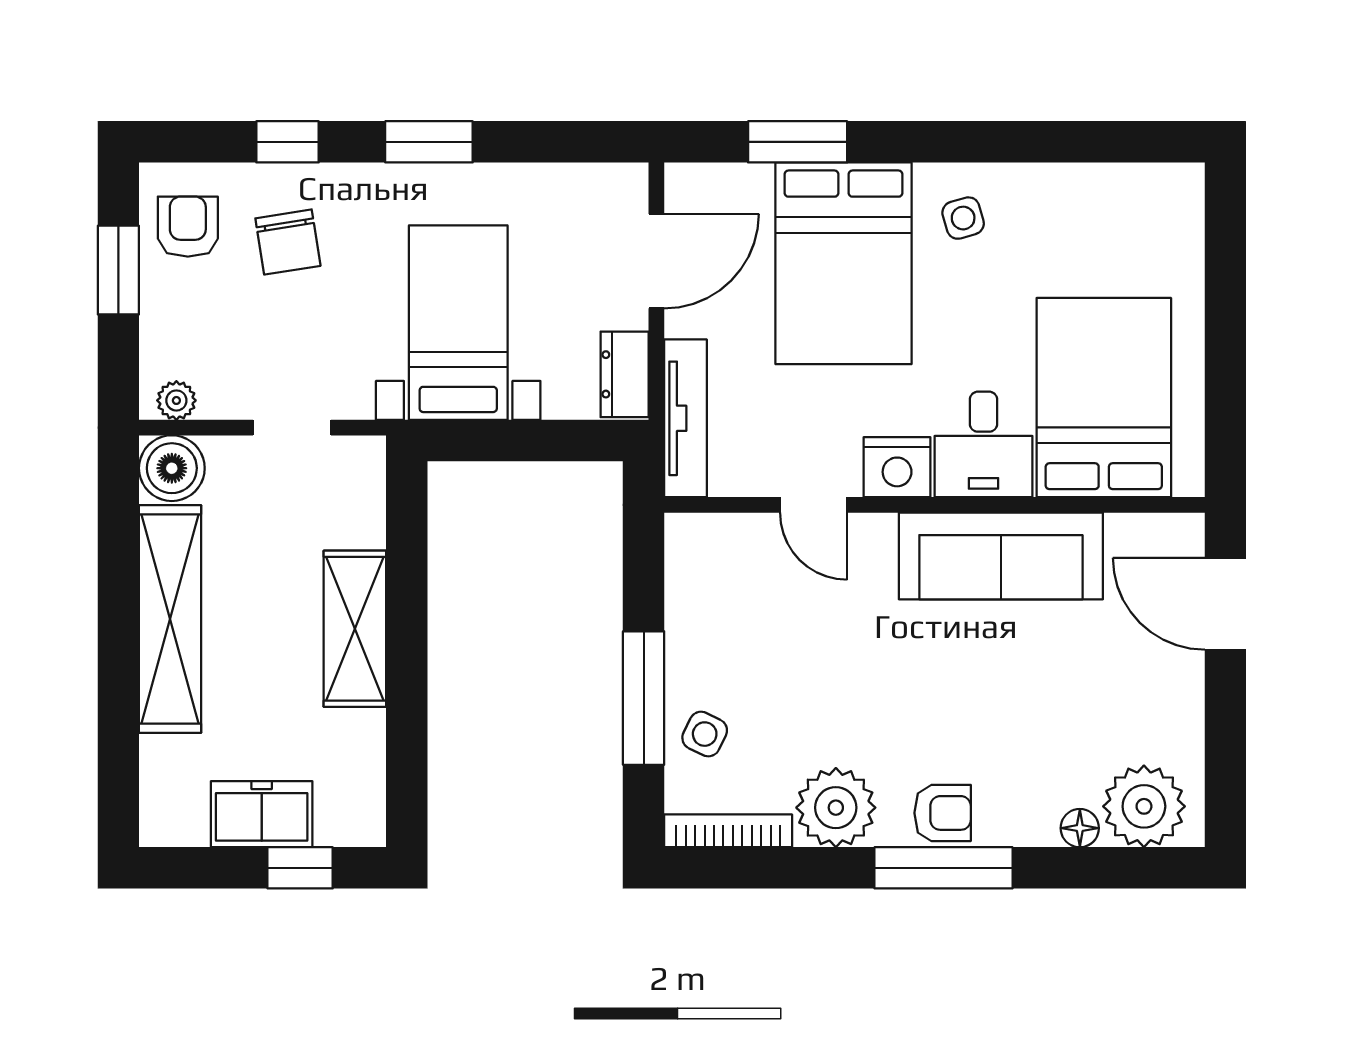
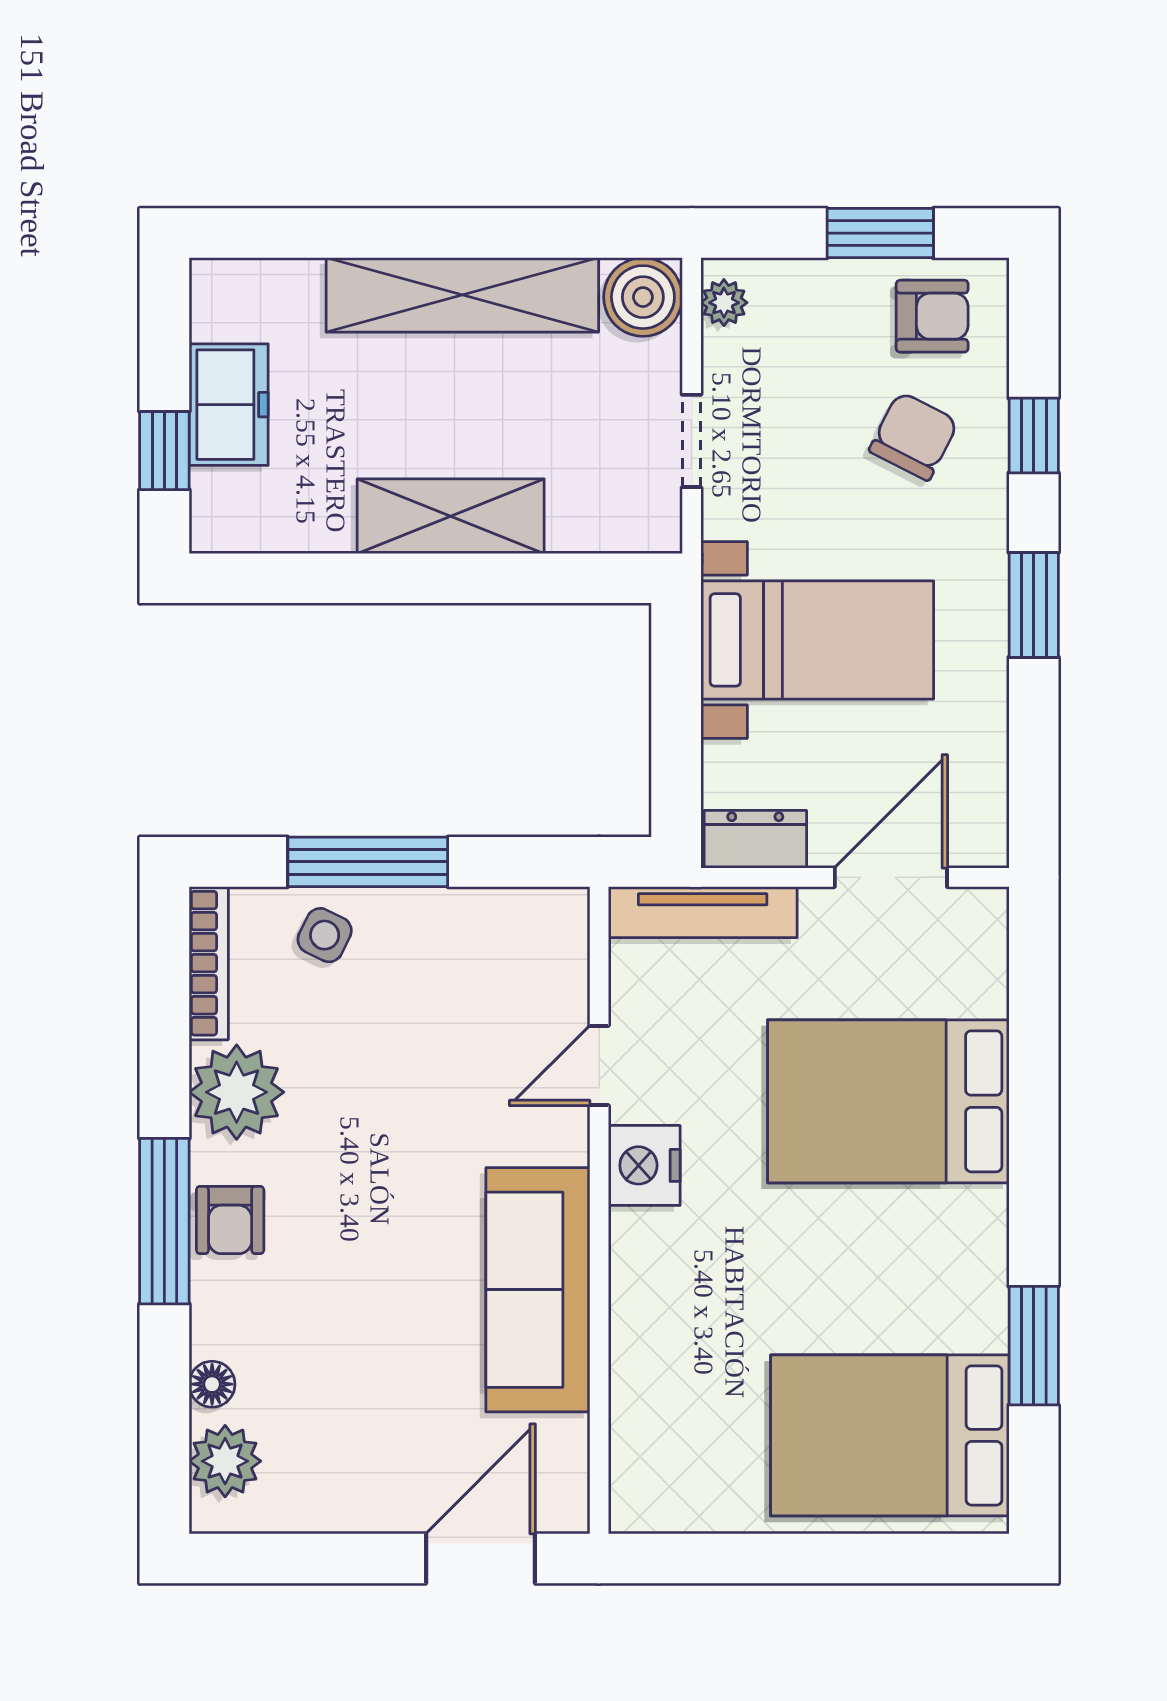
window: (798, 142) -> (1034, 1346), moved
side table: (963, 218) -> (942, 1244), removed
chair: (288, 242) -> (914, 436), turned 126
door: (656, 261) -> (891, 877), swing flipped
bed: (1104, 398) -> (890, 1435), moved, turned 180
desk: (984, 444) -> (671, 1269), removed
plant: (1144, 806) -> (225, 1461), width x0.73, depth x0.73

